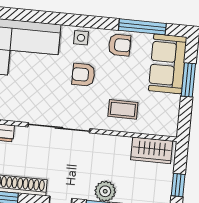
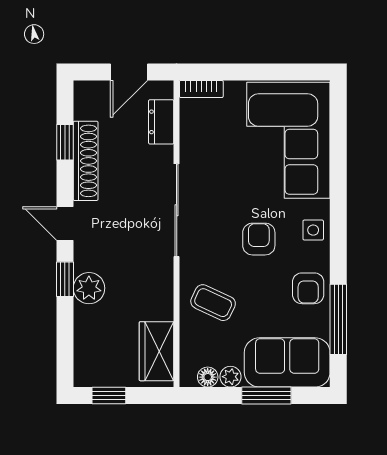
plant: (174, 103) -> (231, 377), added
coffee table: (123, 109) -> (213, 303), turned -65
floor lamp: (172, 118) -> (208, 377), added

